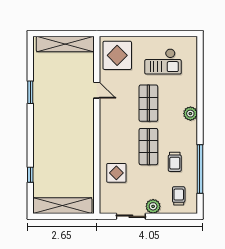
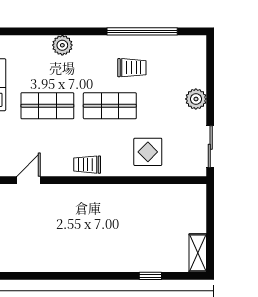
window: (30, 92) -> (32, 276), removed
trolley: (179, 196) -> (87, 165), moved
shelving: (62, 206) -> (198, 253), width x0.45, depth x0.75
sliding door: (131, 216) -> (210, 147), moved

